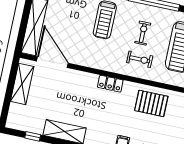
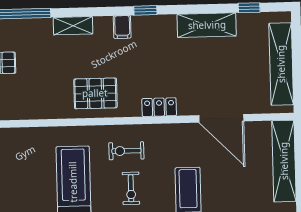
door: (52, 62) -> (221, 118), moved
shelving: (22, 84) -> (281, 64), width x1.47

